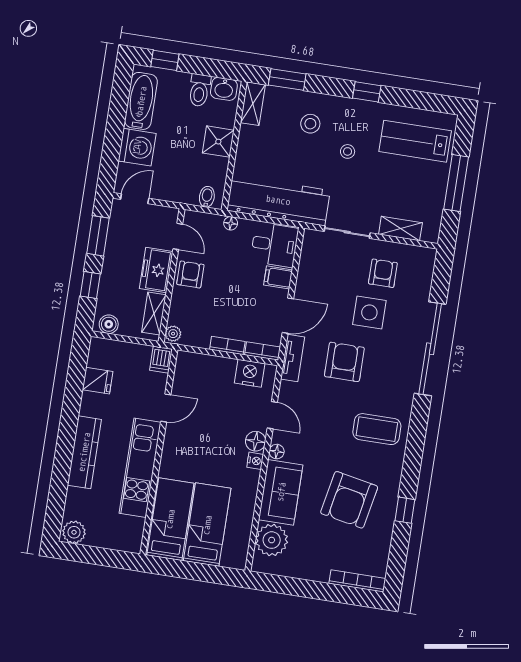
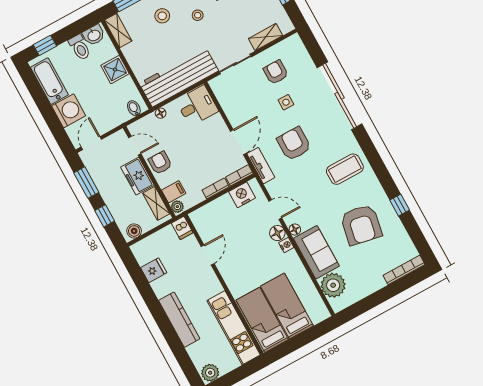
filing cabinet: (278, 277) -> (174, 192), moved, turned 180
side table: (369, 312) -> (286, 102), width x0.54, depth x0.54
kitchen unit: (140, 468) -> (234, 328), moved

